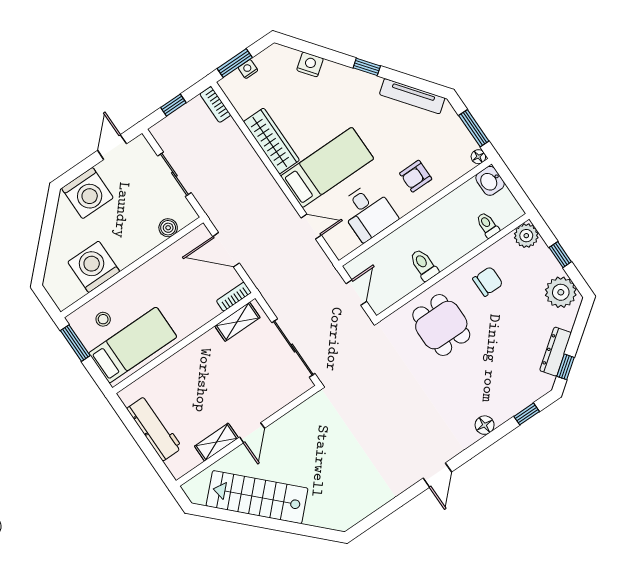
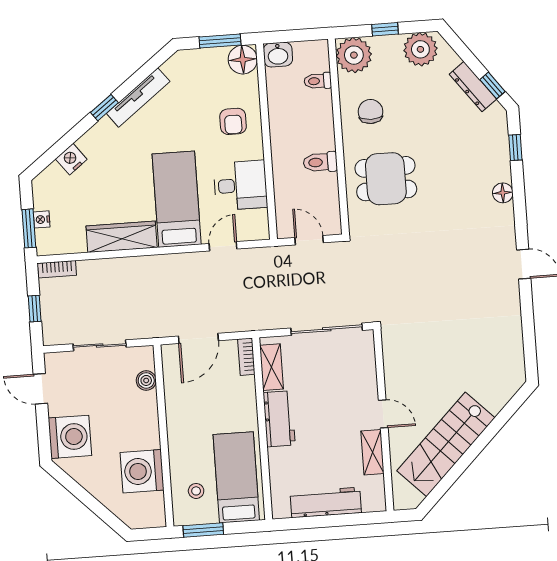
tv unit: (412, 96) -> (138, 97), moved
floor lamp: (478, 157) -> (243, 60), width x1.89, depth x1.89
plant: (526, 236) -> (354, 55), width x1.36, depth x1.36
workbench: (200, 352) -> (279, 419), added

